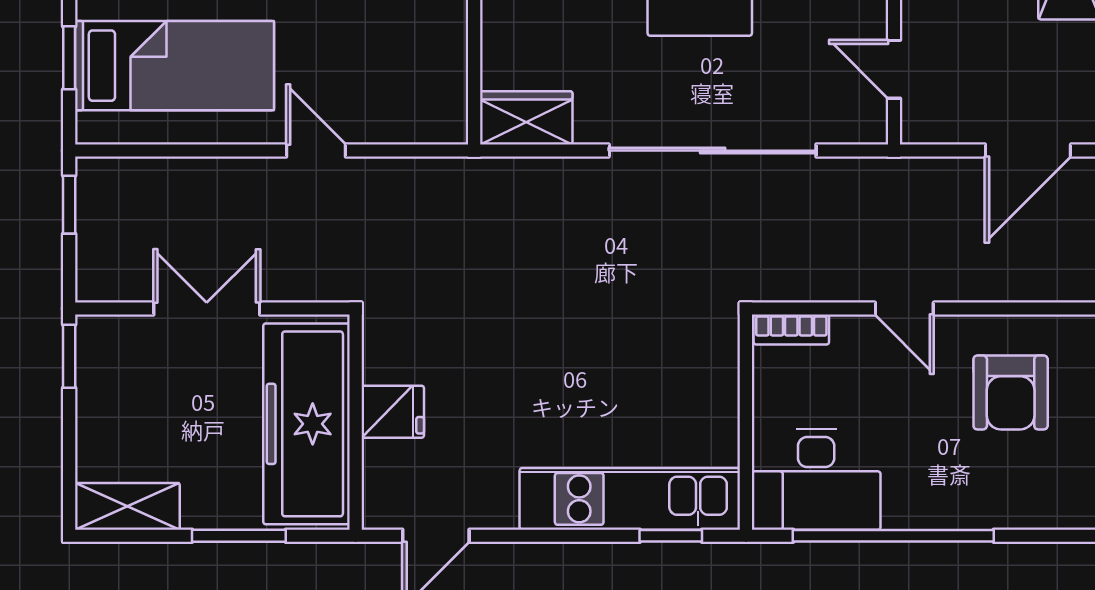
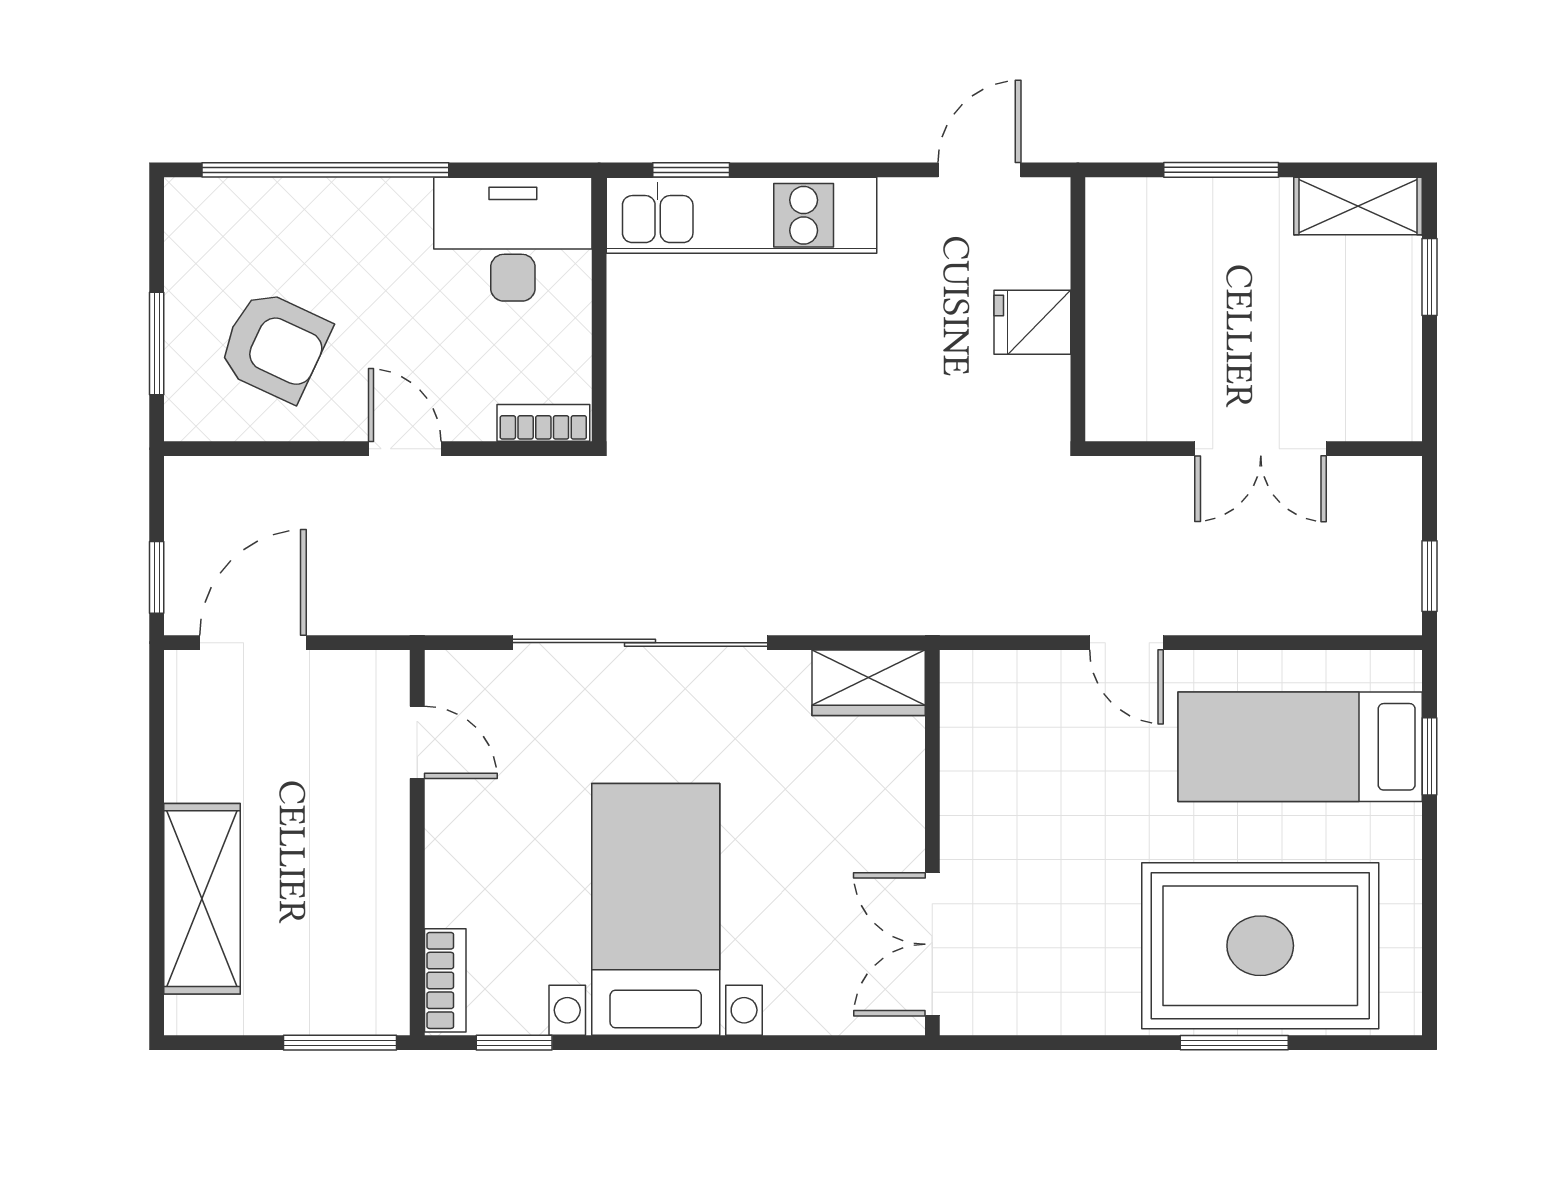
window: (69, 356) -> (1429, 277), moved
armchair: (1011, 392) -> (274, 346), turned 115
freezer: (307, 424) -> (1138, 307), removed
window: (893, 536) -> (325, 170), moved

